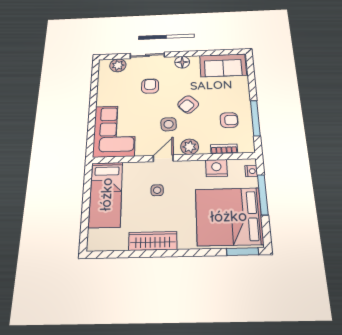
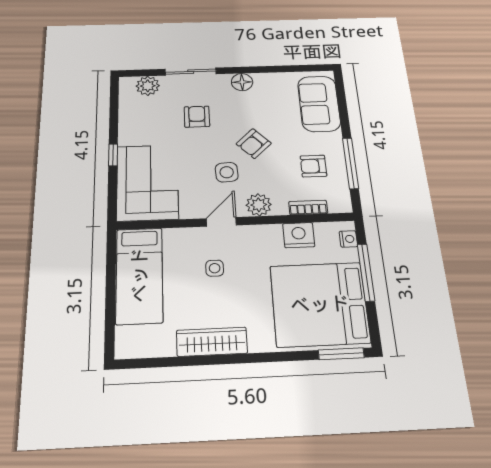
sofa: (223, 65) -> (319, 104), moved, turned 90
window: (92, 112) -> (113, 155), added
armchair: (229, 120) -> (313, 166), turned 180

